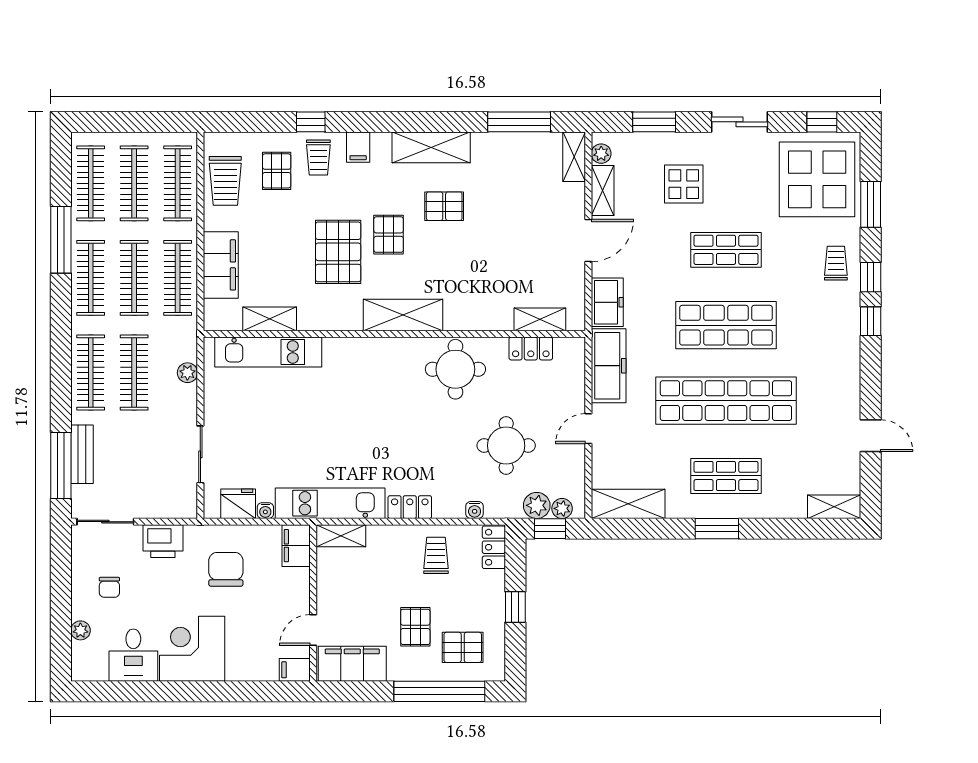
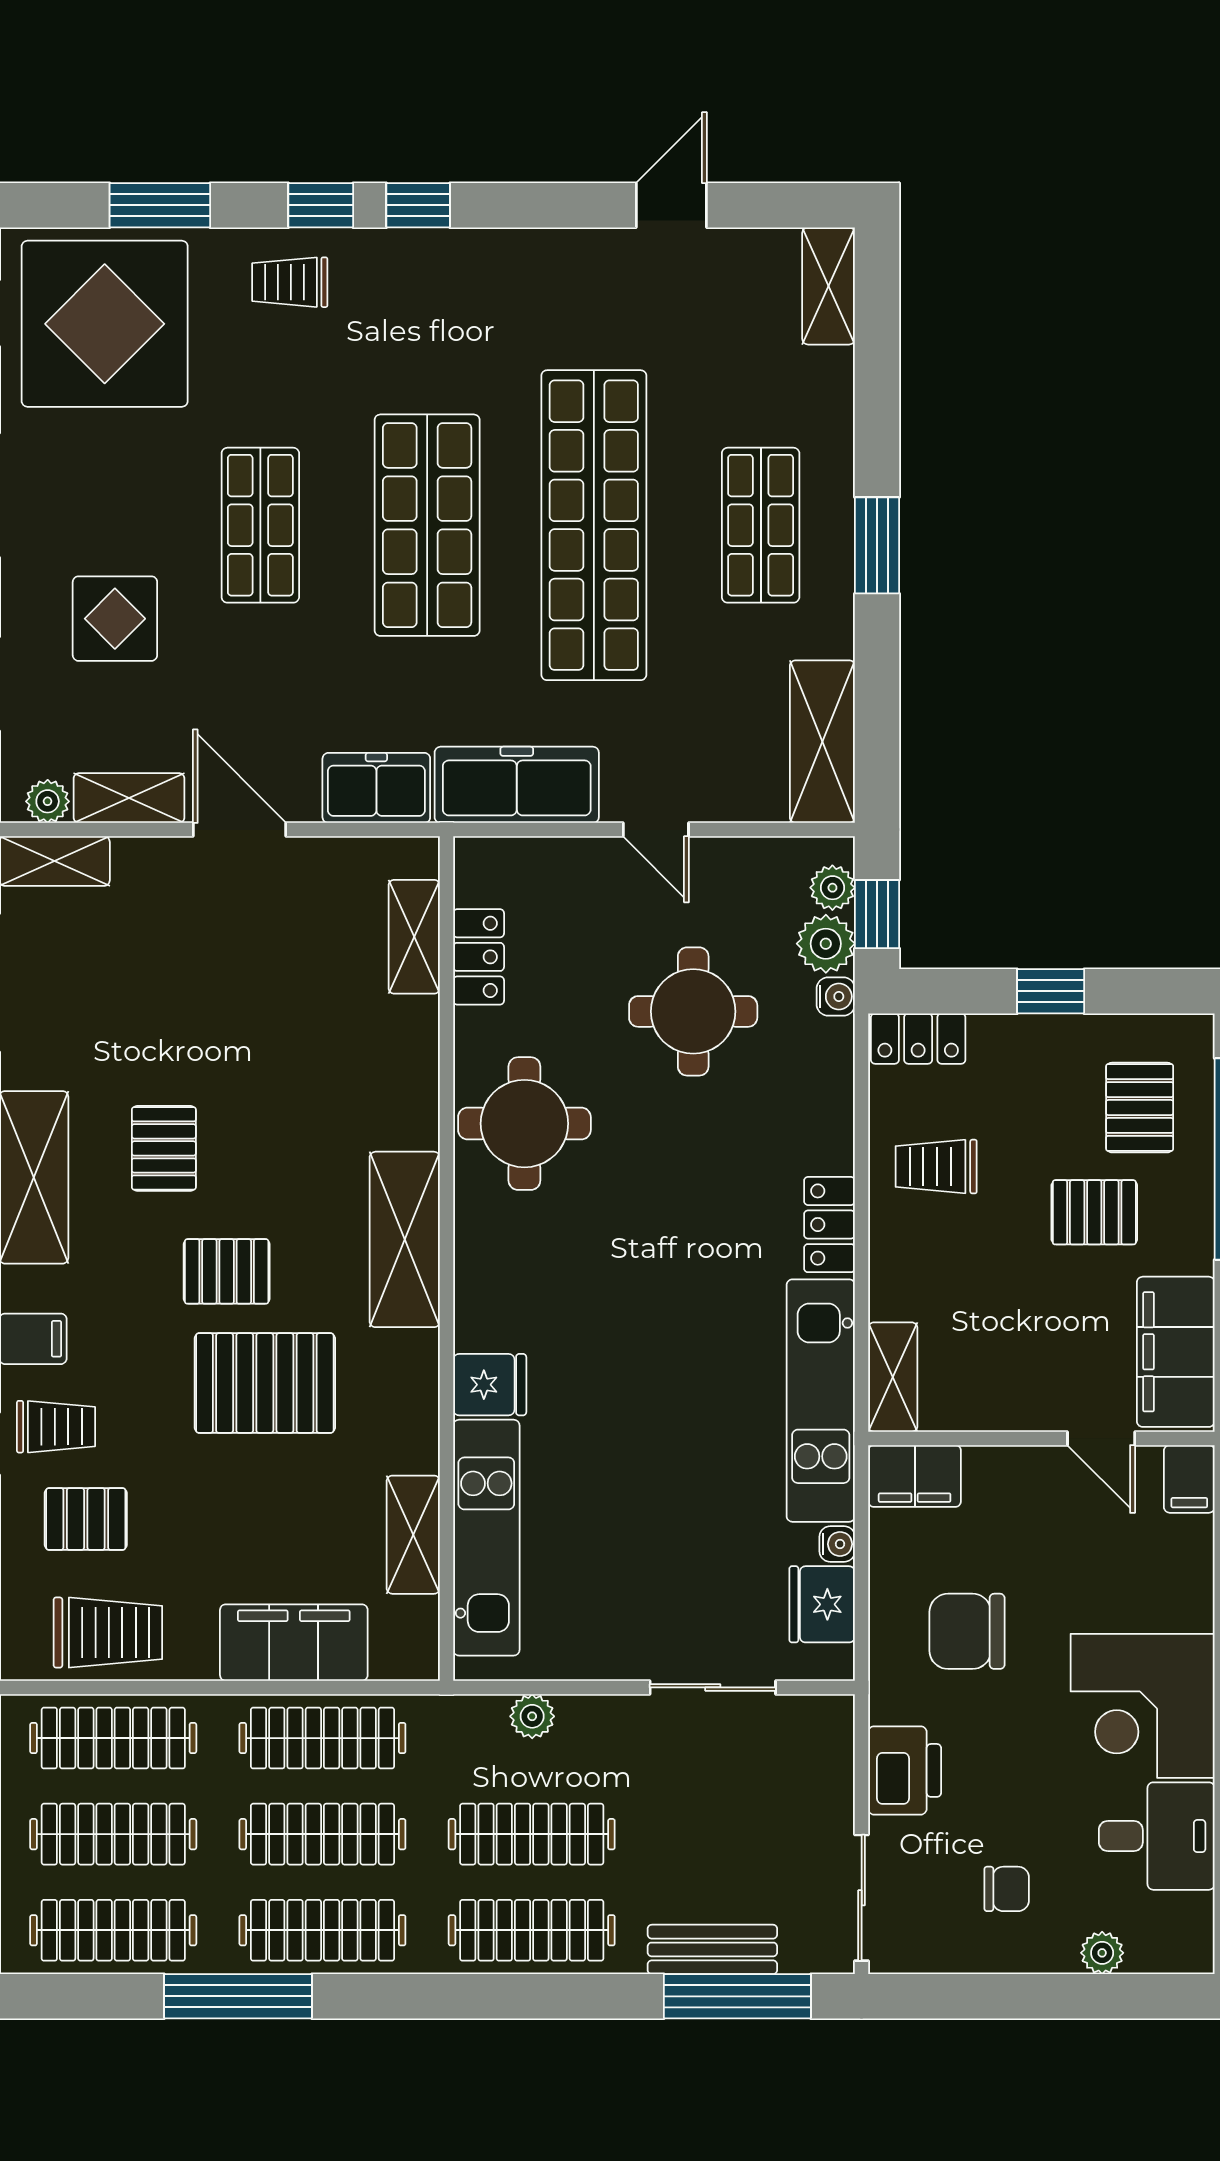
fridge: (337, 354) -> (490, 1385), added
water cooler: (475, 510) -> (836, 996), moved

